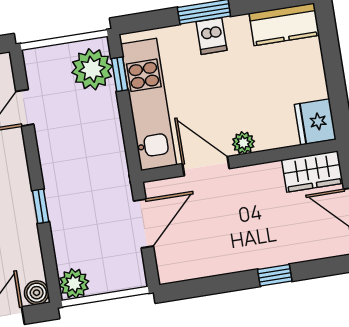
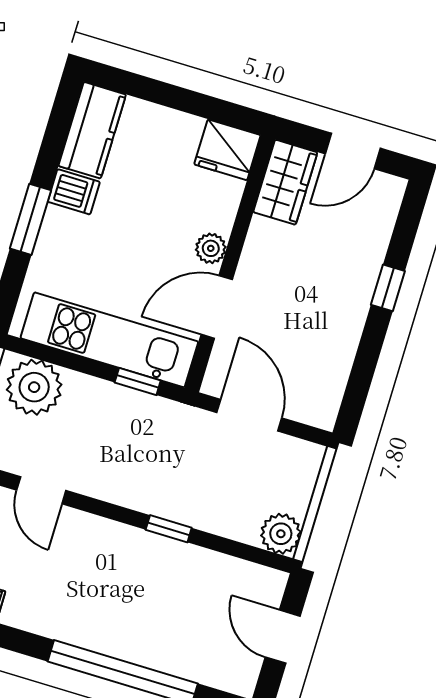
dishwasher: (212, 36) -> (74, 192), moved
window: (120, 74) -> (138, 382), moved
boiler: (37, 293) -> (270, 584), removed

